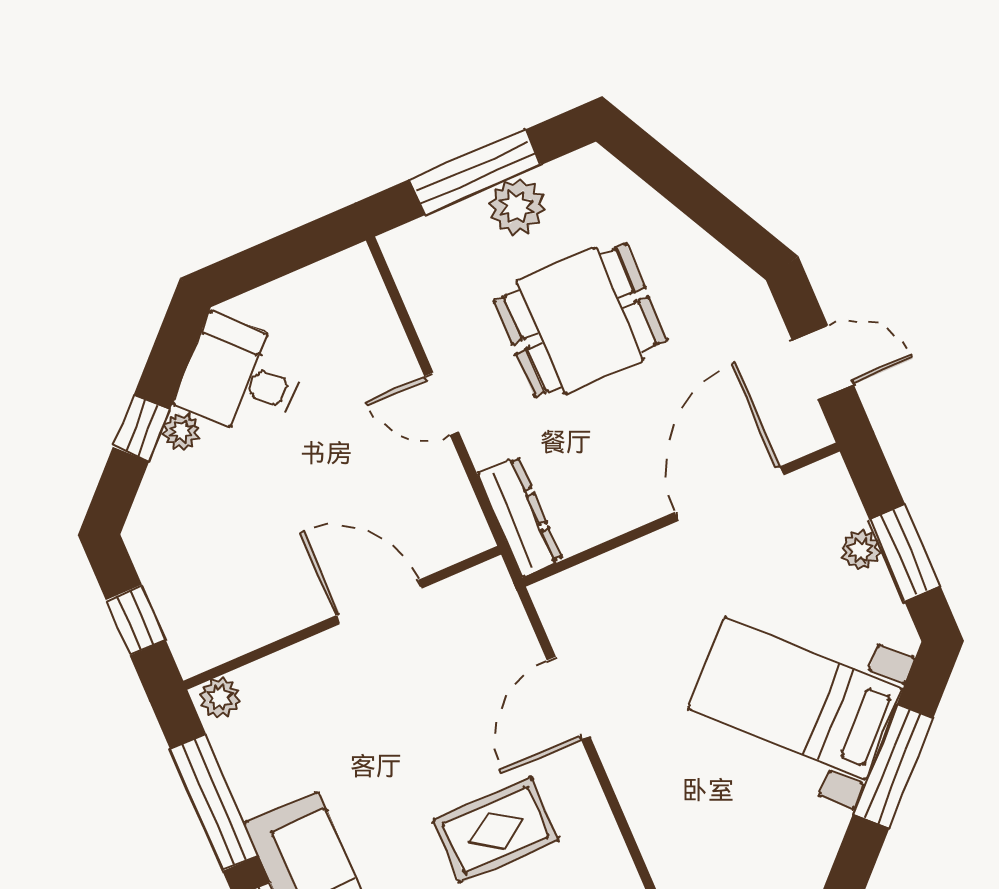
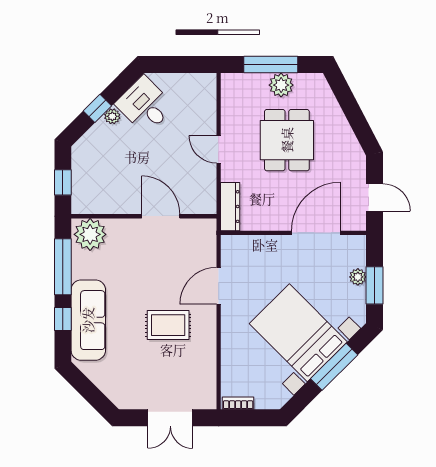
dining table: (580, 320) -> (287, 140), turned 90
plant: (220, 698) -> (90, 234), width x1.88, depth x1.88
bed with nightstands: (795, 698) -> (298, 333), width x1.36

